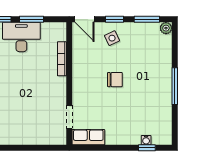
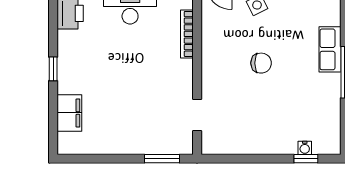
row of seats: (88, 137) -> (330, 49), moved, turned -90
window: (44, 148) -> (162, 159), added

